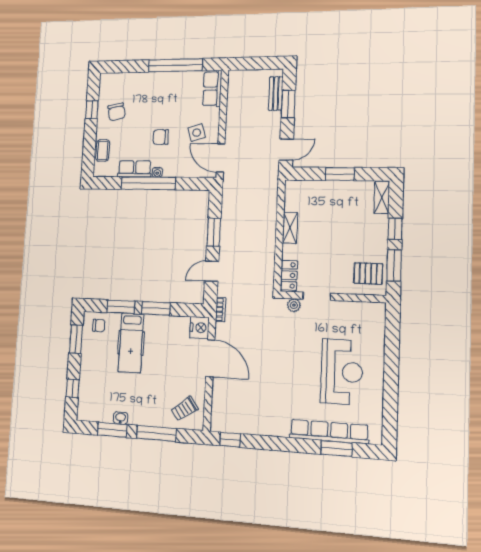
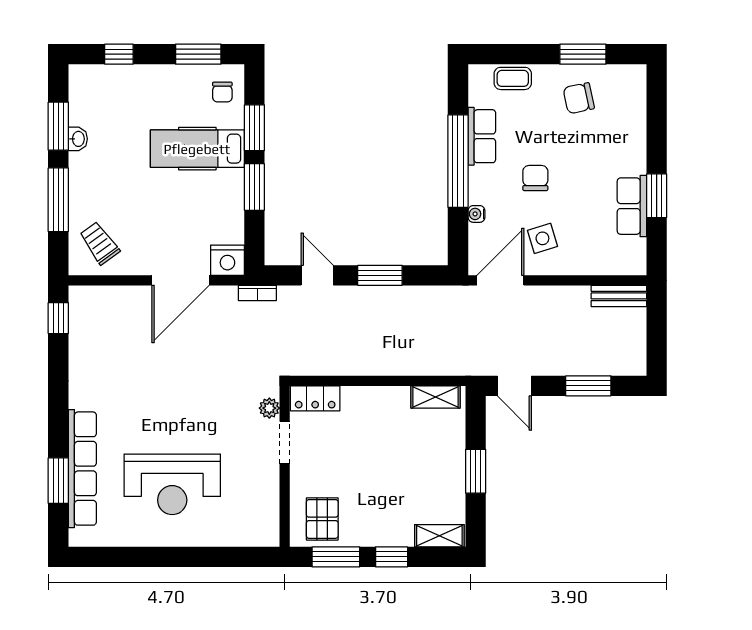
window: (175, 65) -> (657, 196), width x0.47
row of seats: (212, 89) -> (632, 206), moved, turned -90
bench: (276, 94) -> (619, 296), moved
window: (92, 110) -> (583, 54), width x1.50
water cooler: (157, 172) -> (476, 214), moved
shelving: (290, 228) -> (435, 397), moved

